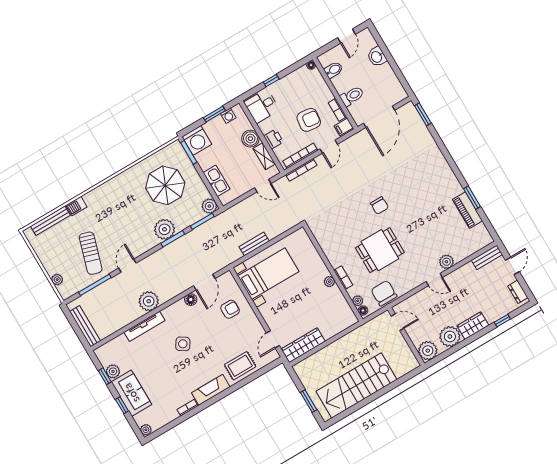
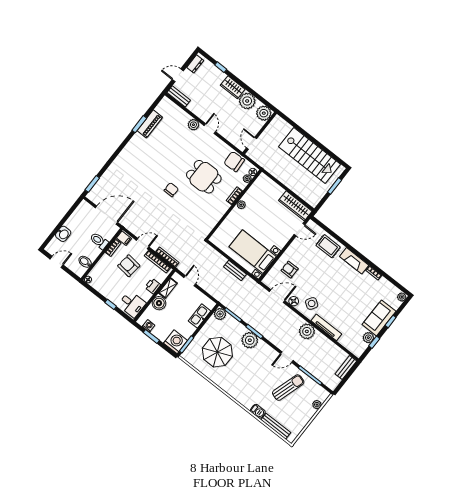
chair: (384, 293) -> (234, 162), turned 87
bench: (85, 326) -> (346, 367), width x0.73
side table: (183, 344) -> (312, 303), moved

